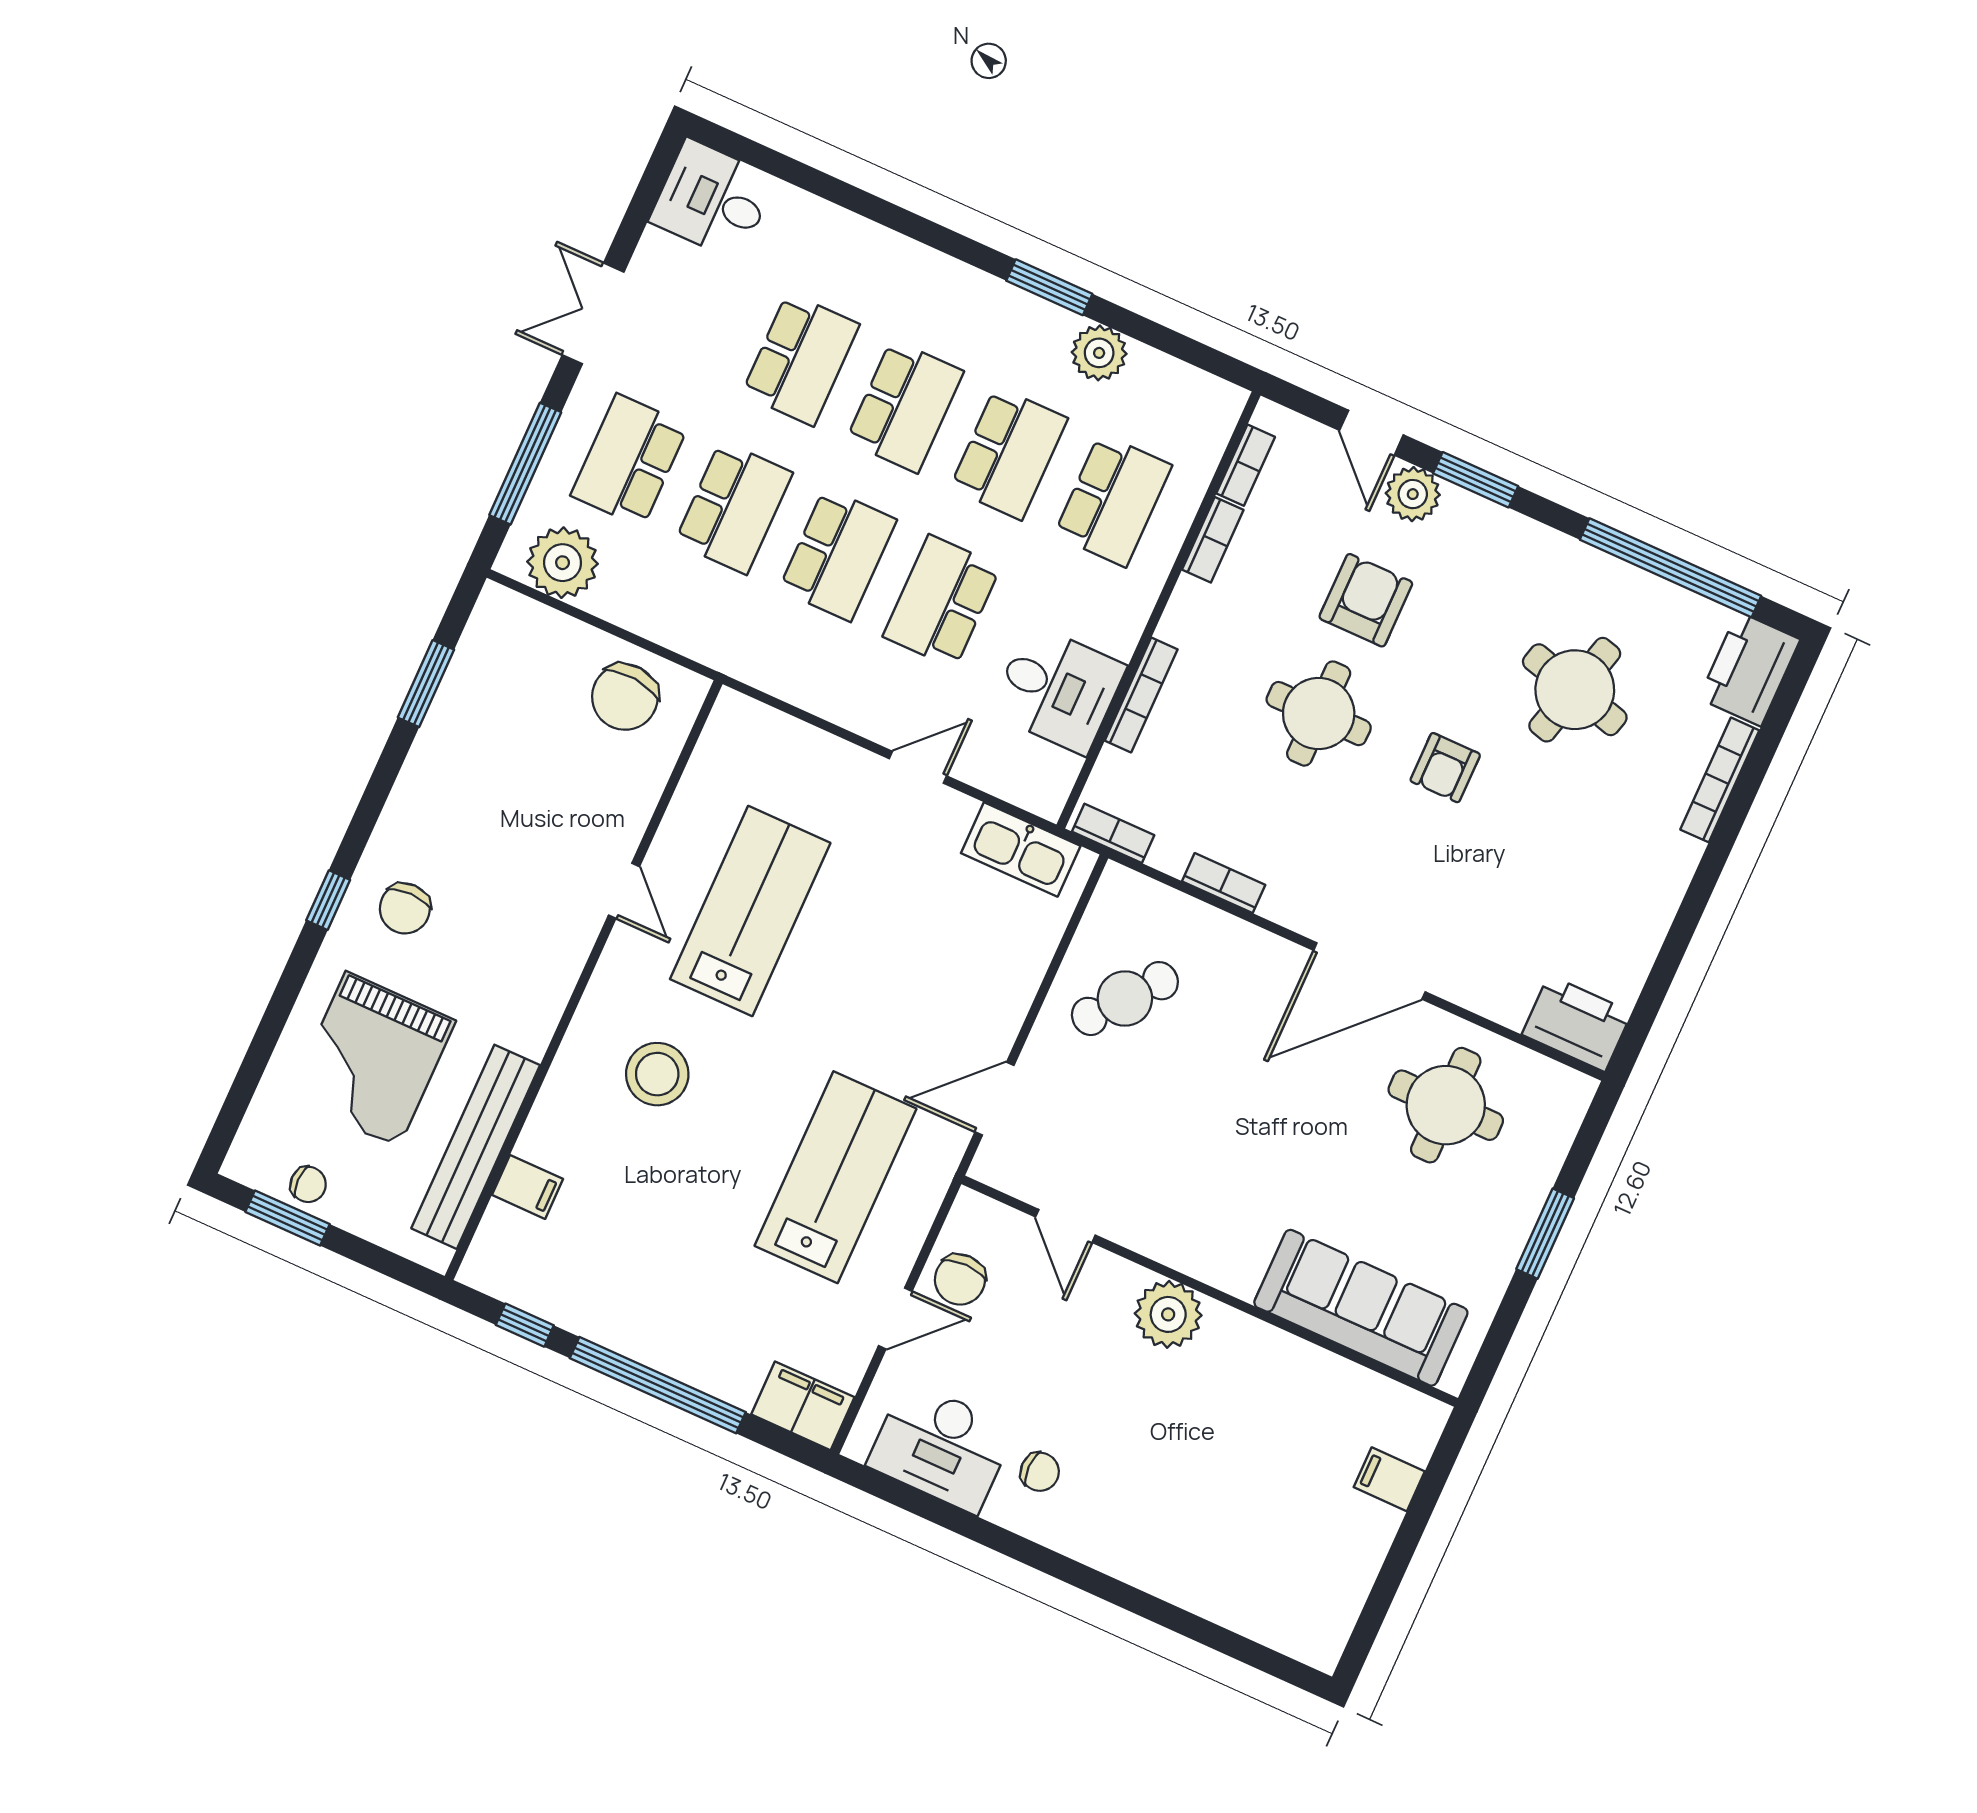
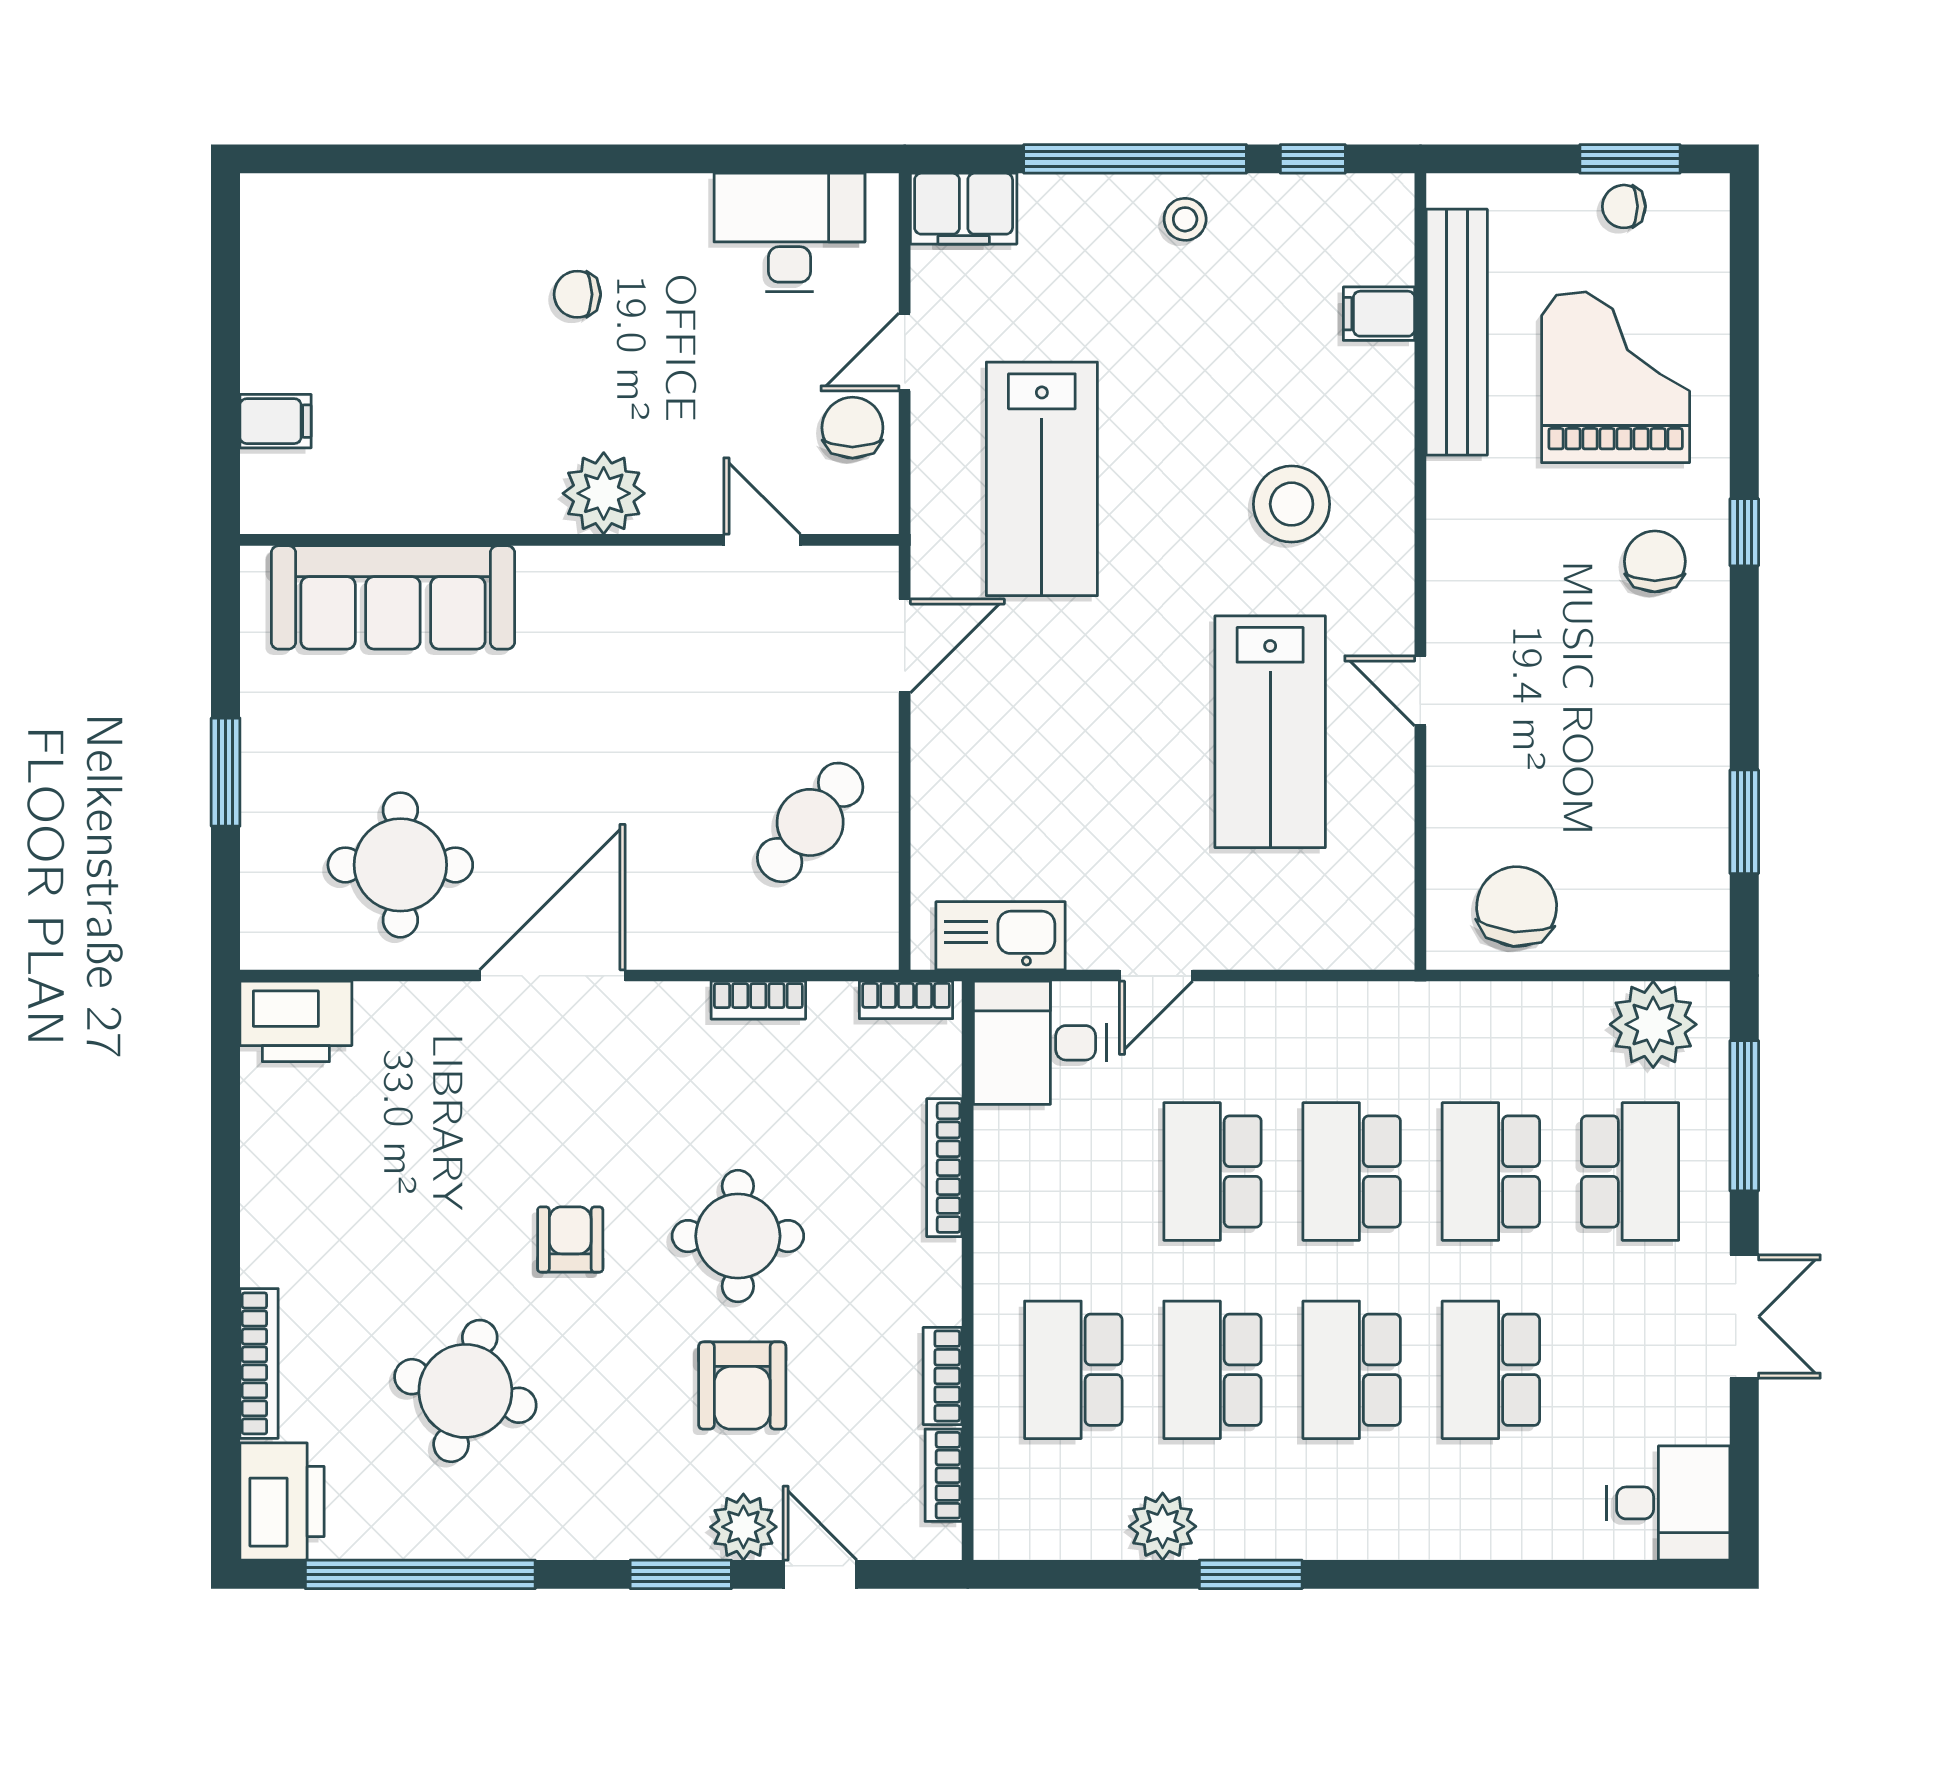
school desk: (942, 602) -> (1213, 1171), turned 180
desk: (1058, 689) -> (1040, 1043), moved
stool: (641, 1323) -> (1185, 219), added
chair: (1040, 1472) -> (577, 294), moved

